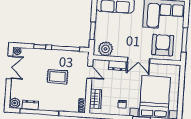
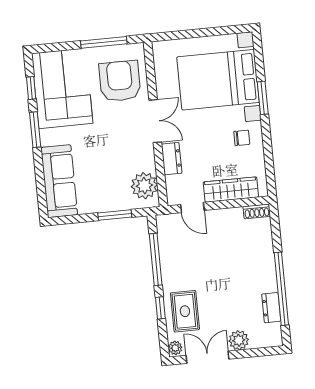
armchair: (163, 45) -> (120, 81), turned 90
door: (90, 72) -> (192, 207), swing flipped
rug: (57, 77) -> (185, 311), moved
wardrobe: (96, 99) -> (231, 190), width x1.50
plant: (15, 103) -> (239, 340), moved

